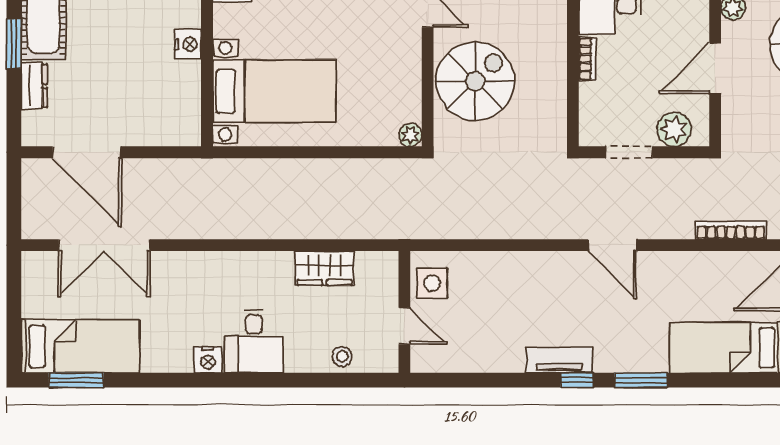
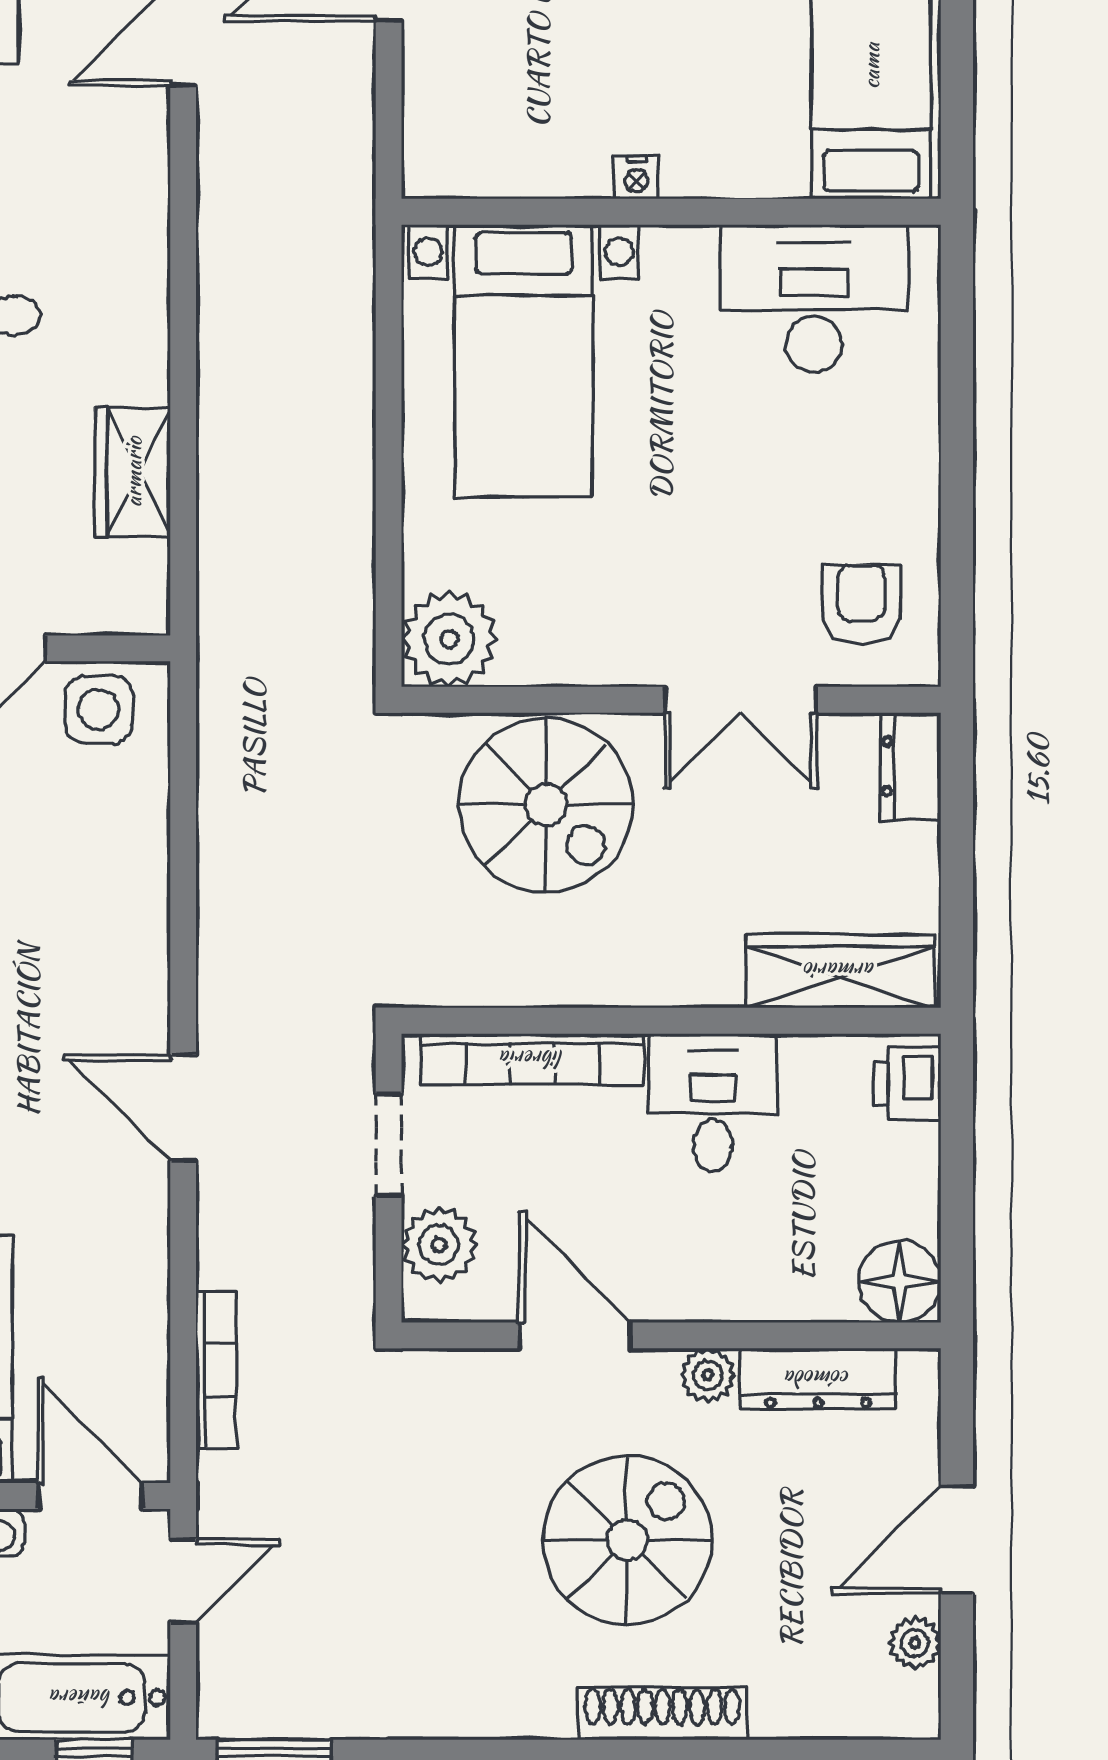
nightstand: (188, 44) -> (636, 177), width x0.72, depth x0.74
bookcase: (587, 59) -> (532, 1059), width x2.31, depth x1.31
plant: (410, 135) -> (449, 639), width x1.88, depth x1.88
door: (612, 245) -> (183, 1108), hinge flipped

